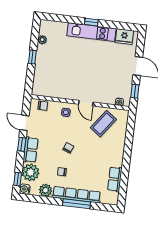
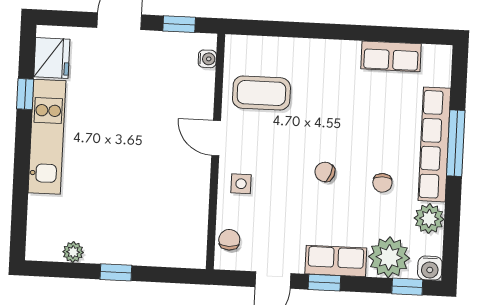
window: (91, 22) -> (25, 94), moved
door: (86, 103) -> (216, 138), swing flipped
coffee table: (103, 124) -> (261, 93), turned -36

